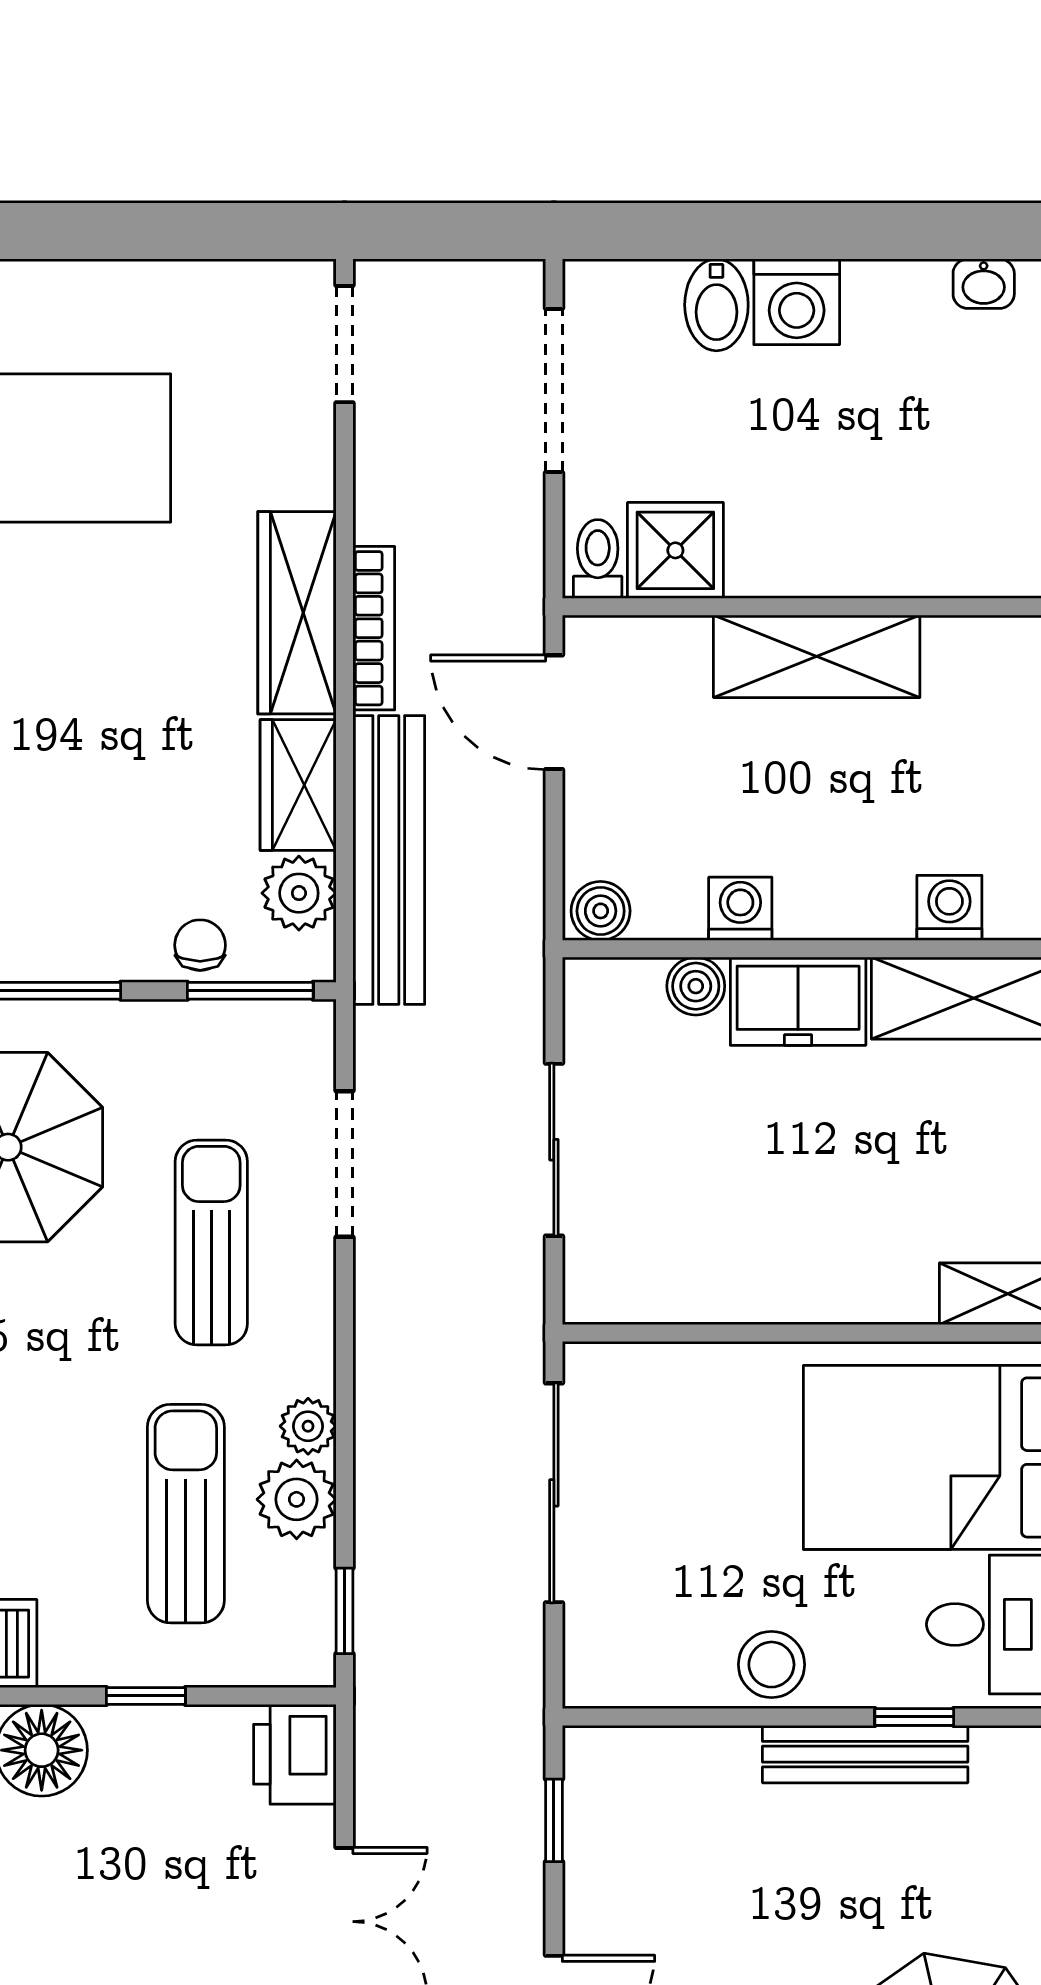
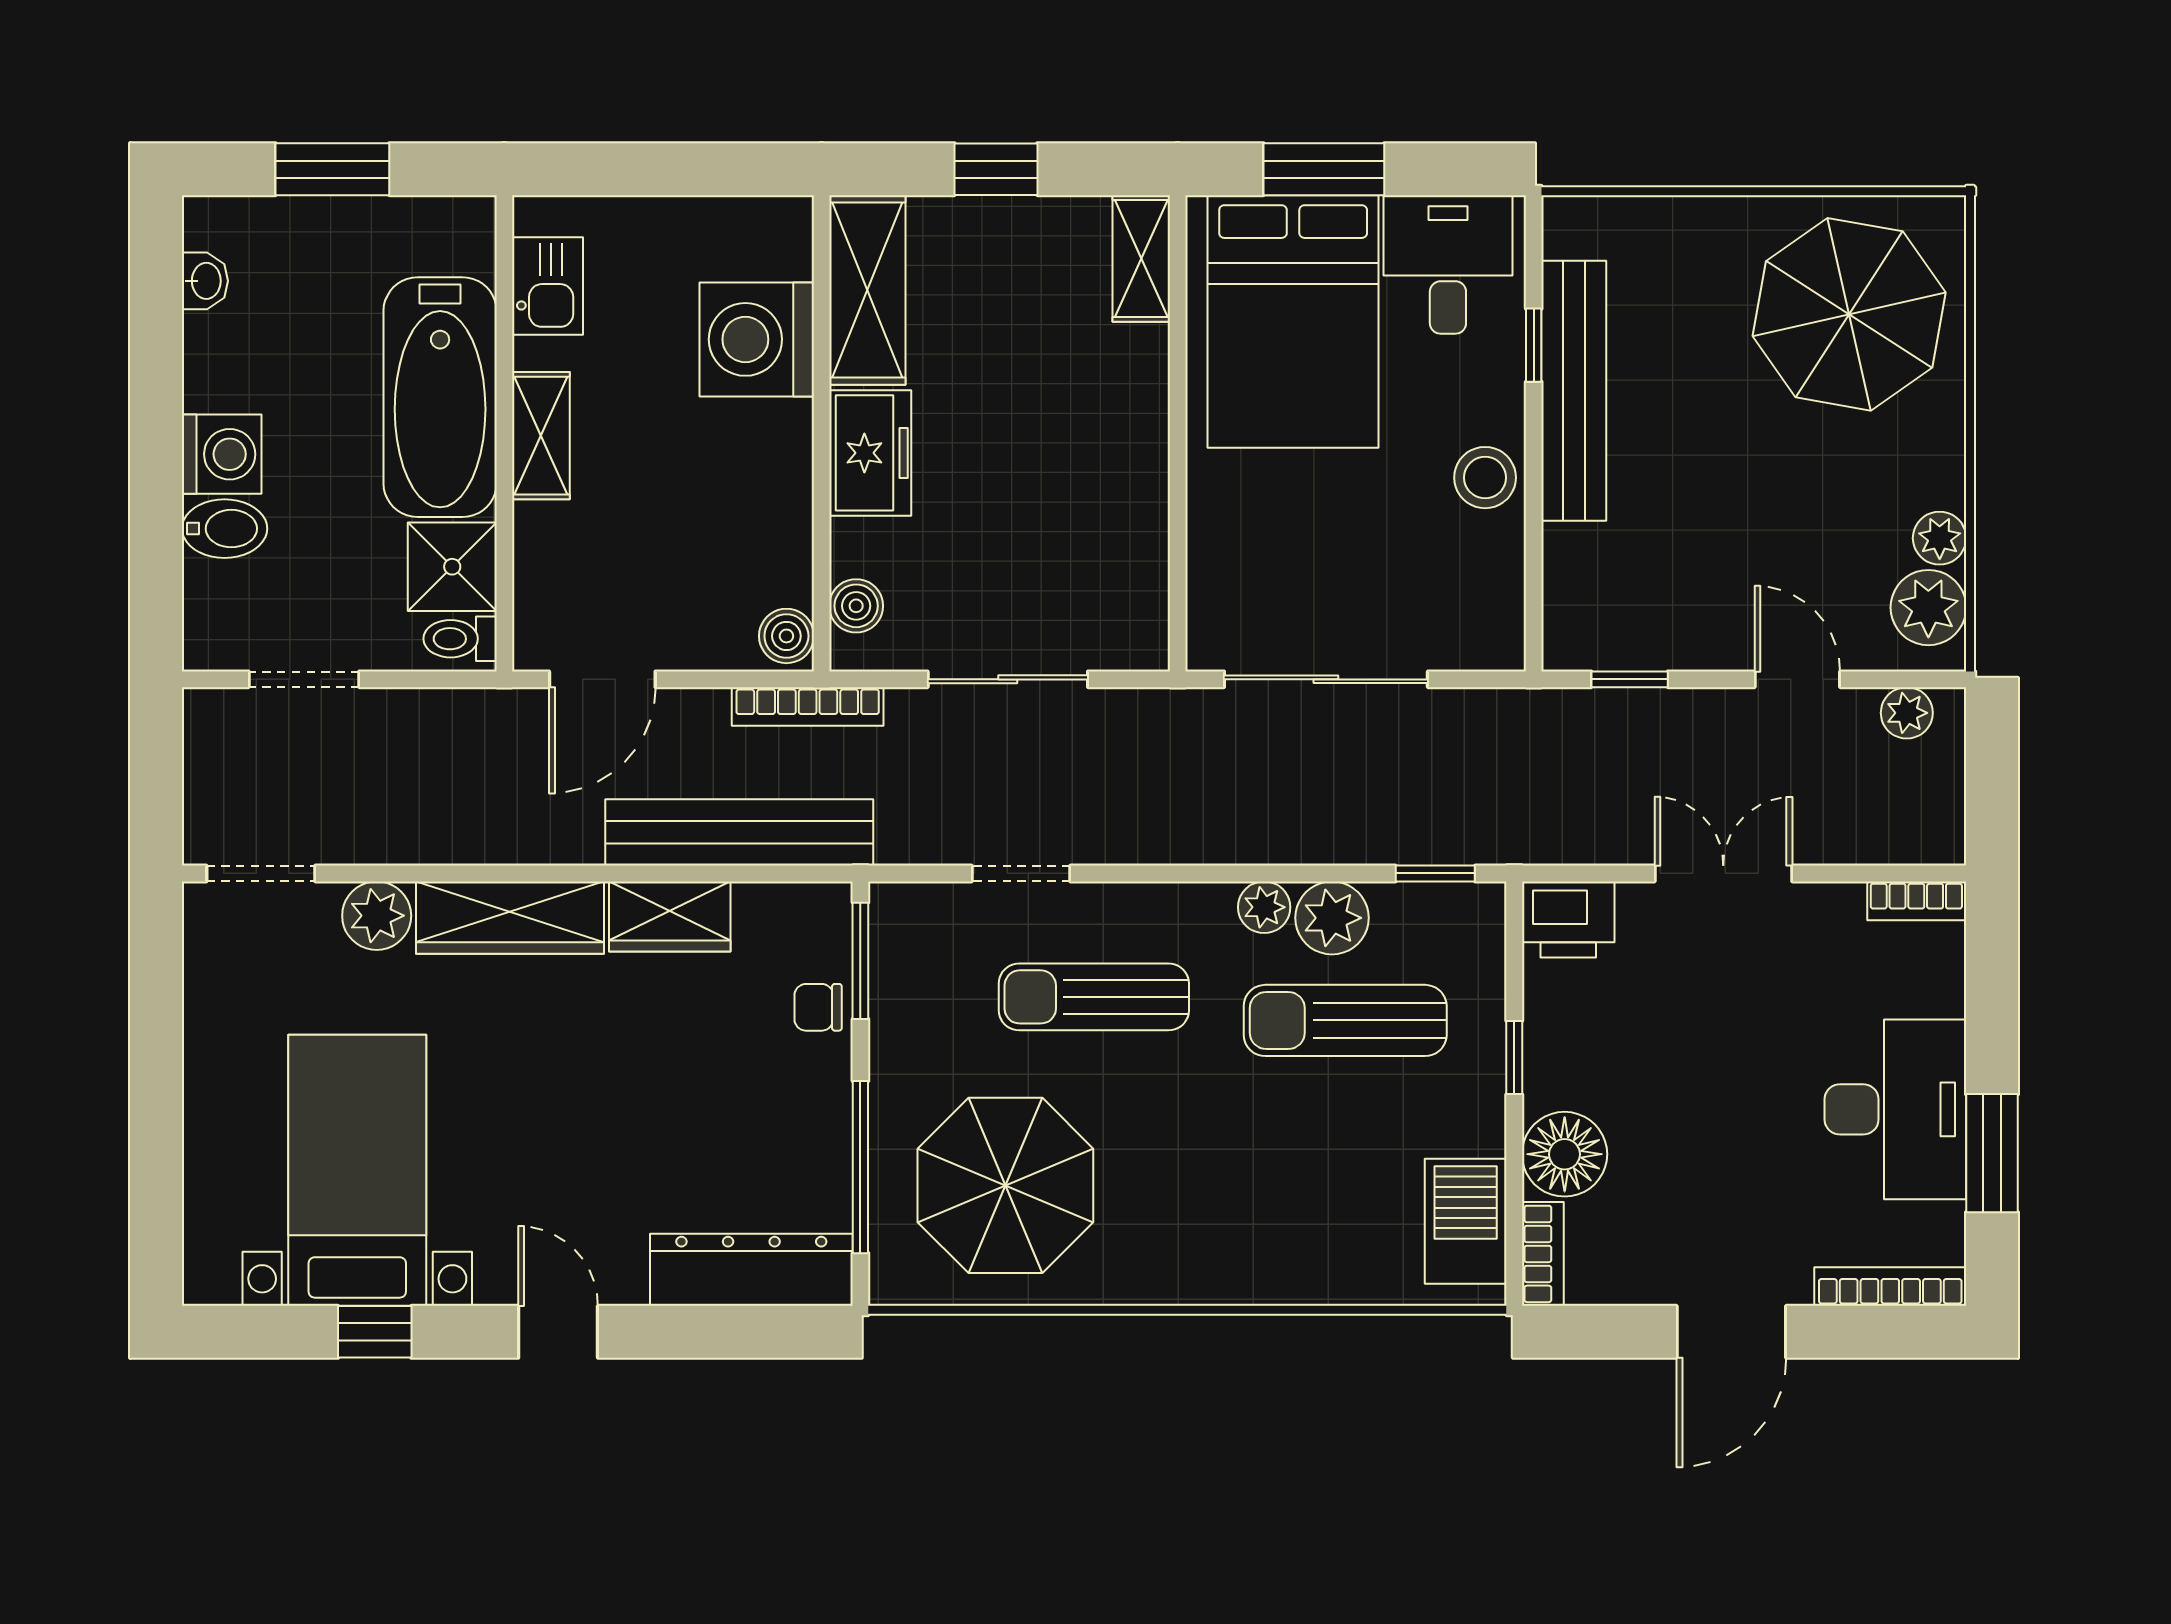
doorway: (554, 391) -> (304, 679), width x0.73
bathtub: (858, 537) -> (440, 397), added
bookcase: (374, 628) -> (808, 706), moved, turned 180
kitchen sink: (978, 653) -> (548, 286), added
shelving: (817, 656) -> (541, 436), width x0.67, depth x0.75
plant: (299, 893) -> (377, 916), moved
washing machine: (949, 908) -> (757, 339), width x1.89, depth x1.89
washing machine: (740, 909) -> (784, 506), removed
boiler: (696, 986) -> (856, 606), moved
doorway: (344, 1164) -> (1021, 873), width x0.73
bench: (865, 1754) -> (1574, 391), width x1.37, depth x1.21

